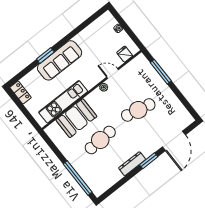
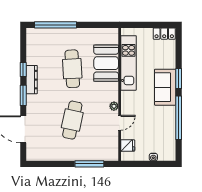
window: (74, 33) -> (179, 118), added
sofa: (60, 60) -> (165, 87), width x0.73
window: (130, 176) -> (23, 70), added

